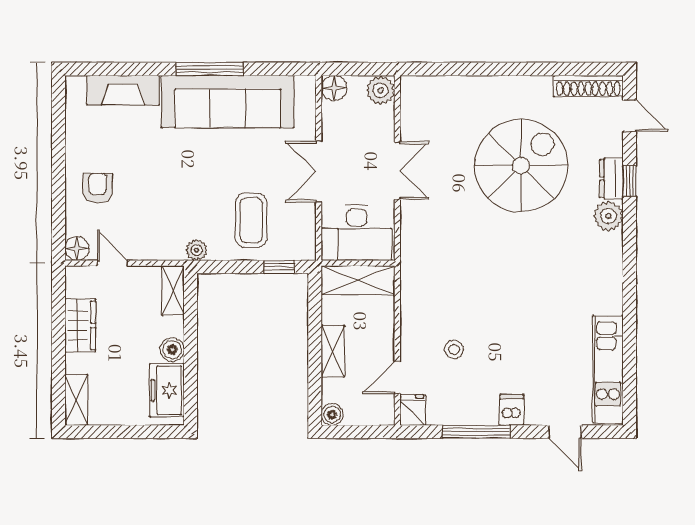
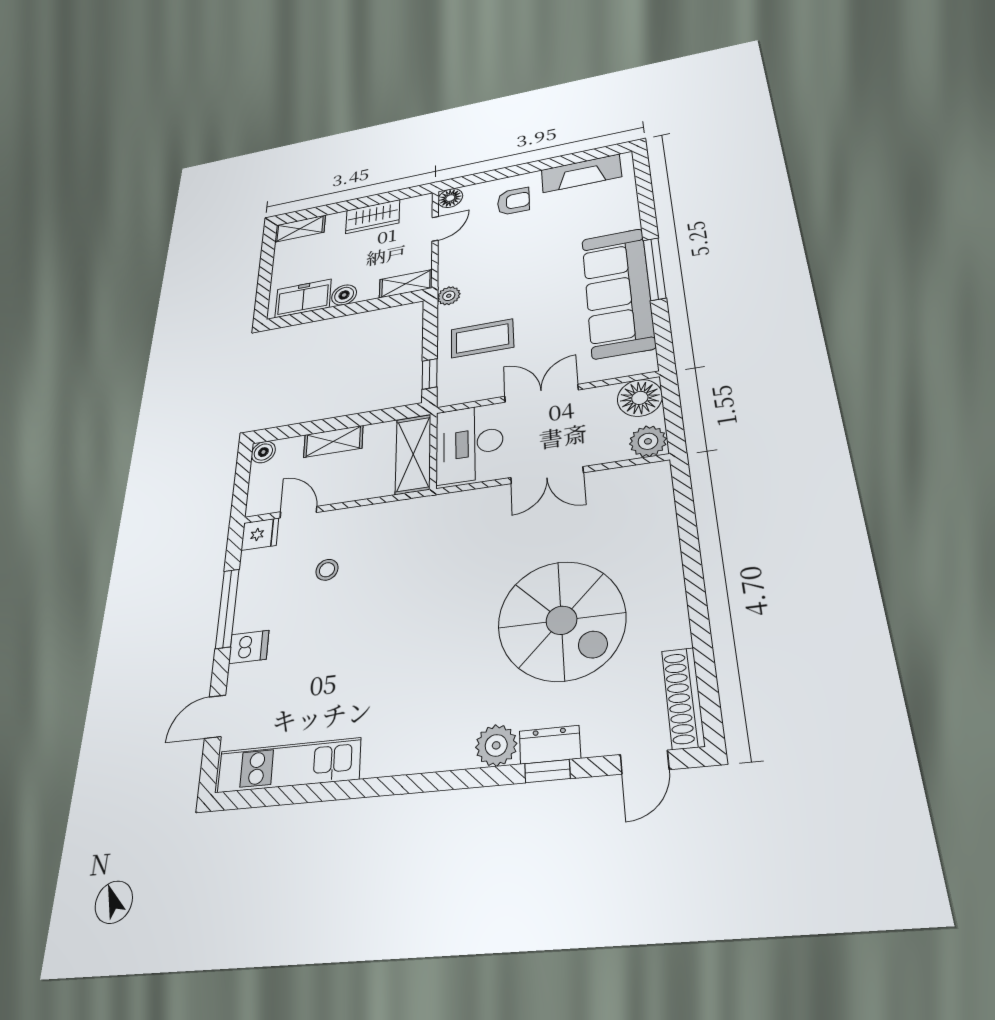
floor lamp: (334, 88) -> (640, 398), width x1.38, depth x1.38
fireplace: (123, 90) -> (581, 173), moved, turned -90

